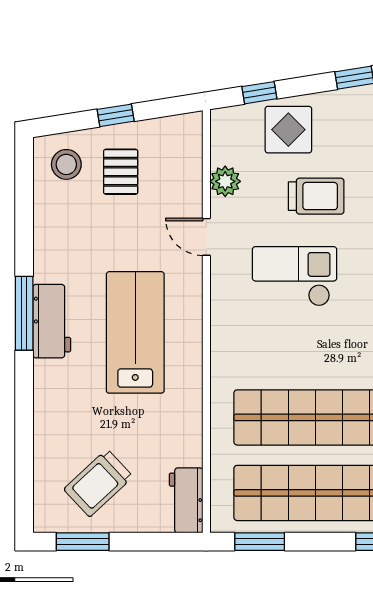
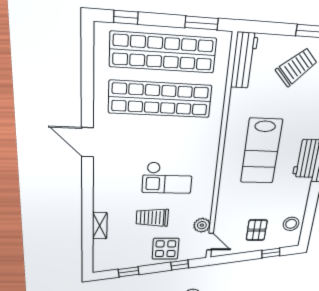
window: (116, 115) -> (271, 253), moved
stool: (66, 164) -> (291, 224), moved
door: (206, 237) -> (210, 241), moved
workbench: (186, 500) -> (244, 61), width x1.37

